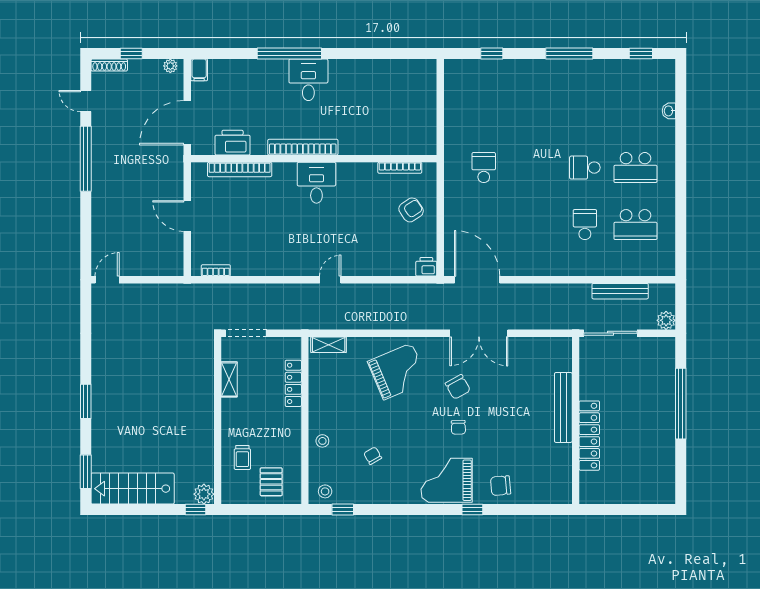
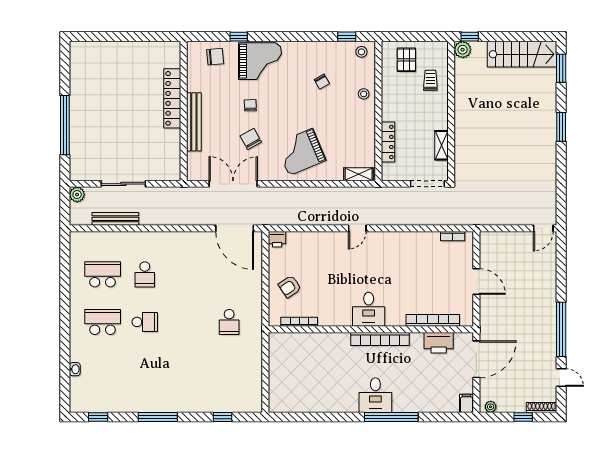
bench: (563, 407) -> (194, 122), moved
wall: (576, 421) -> (184, 111), moved
locker: (589, 436) -> (172, 98), moved

